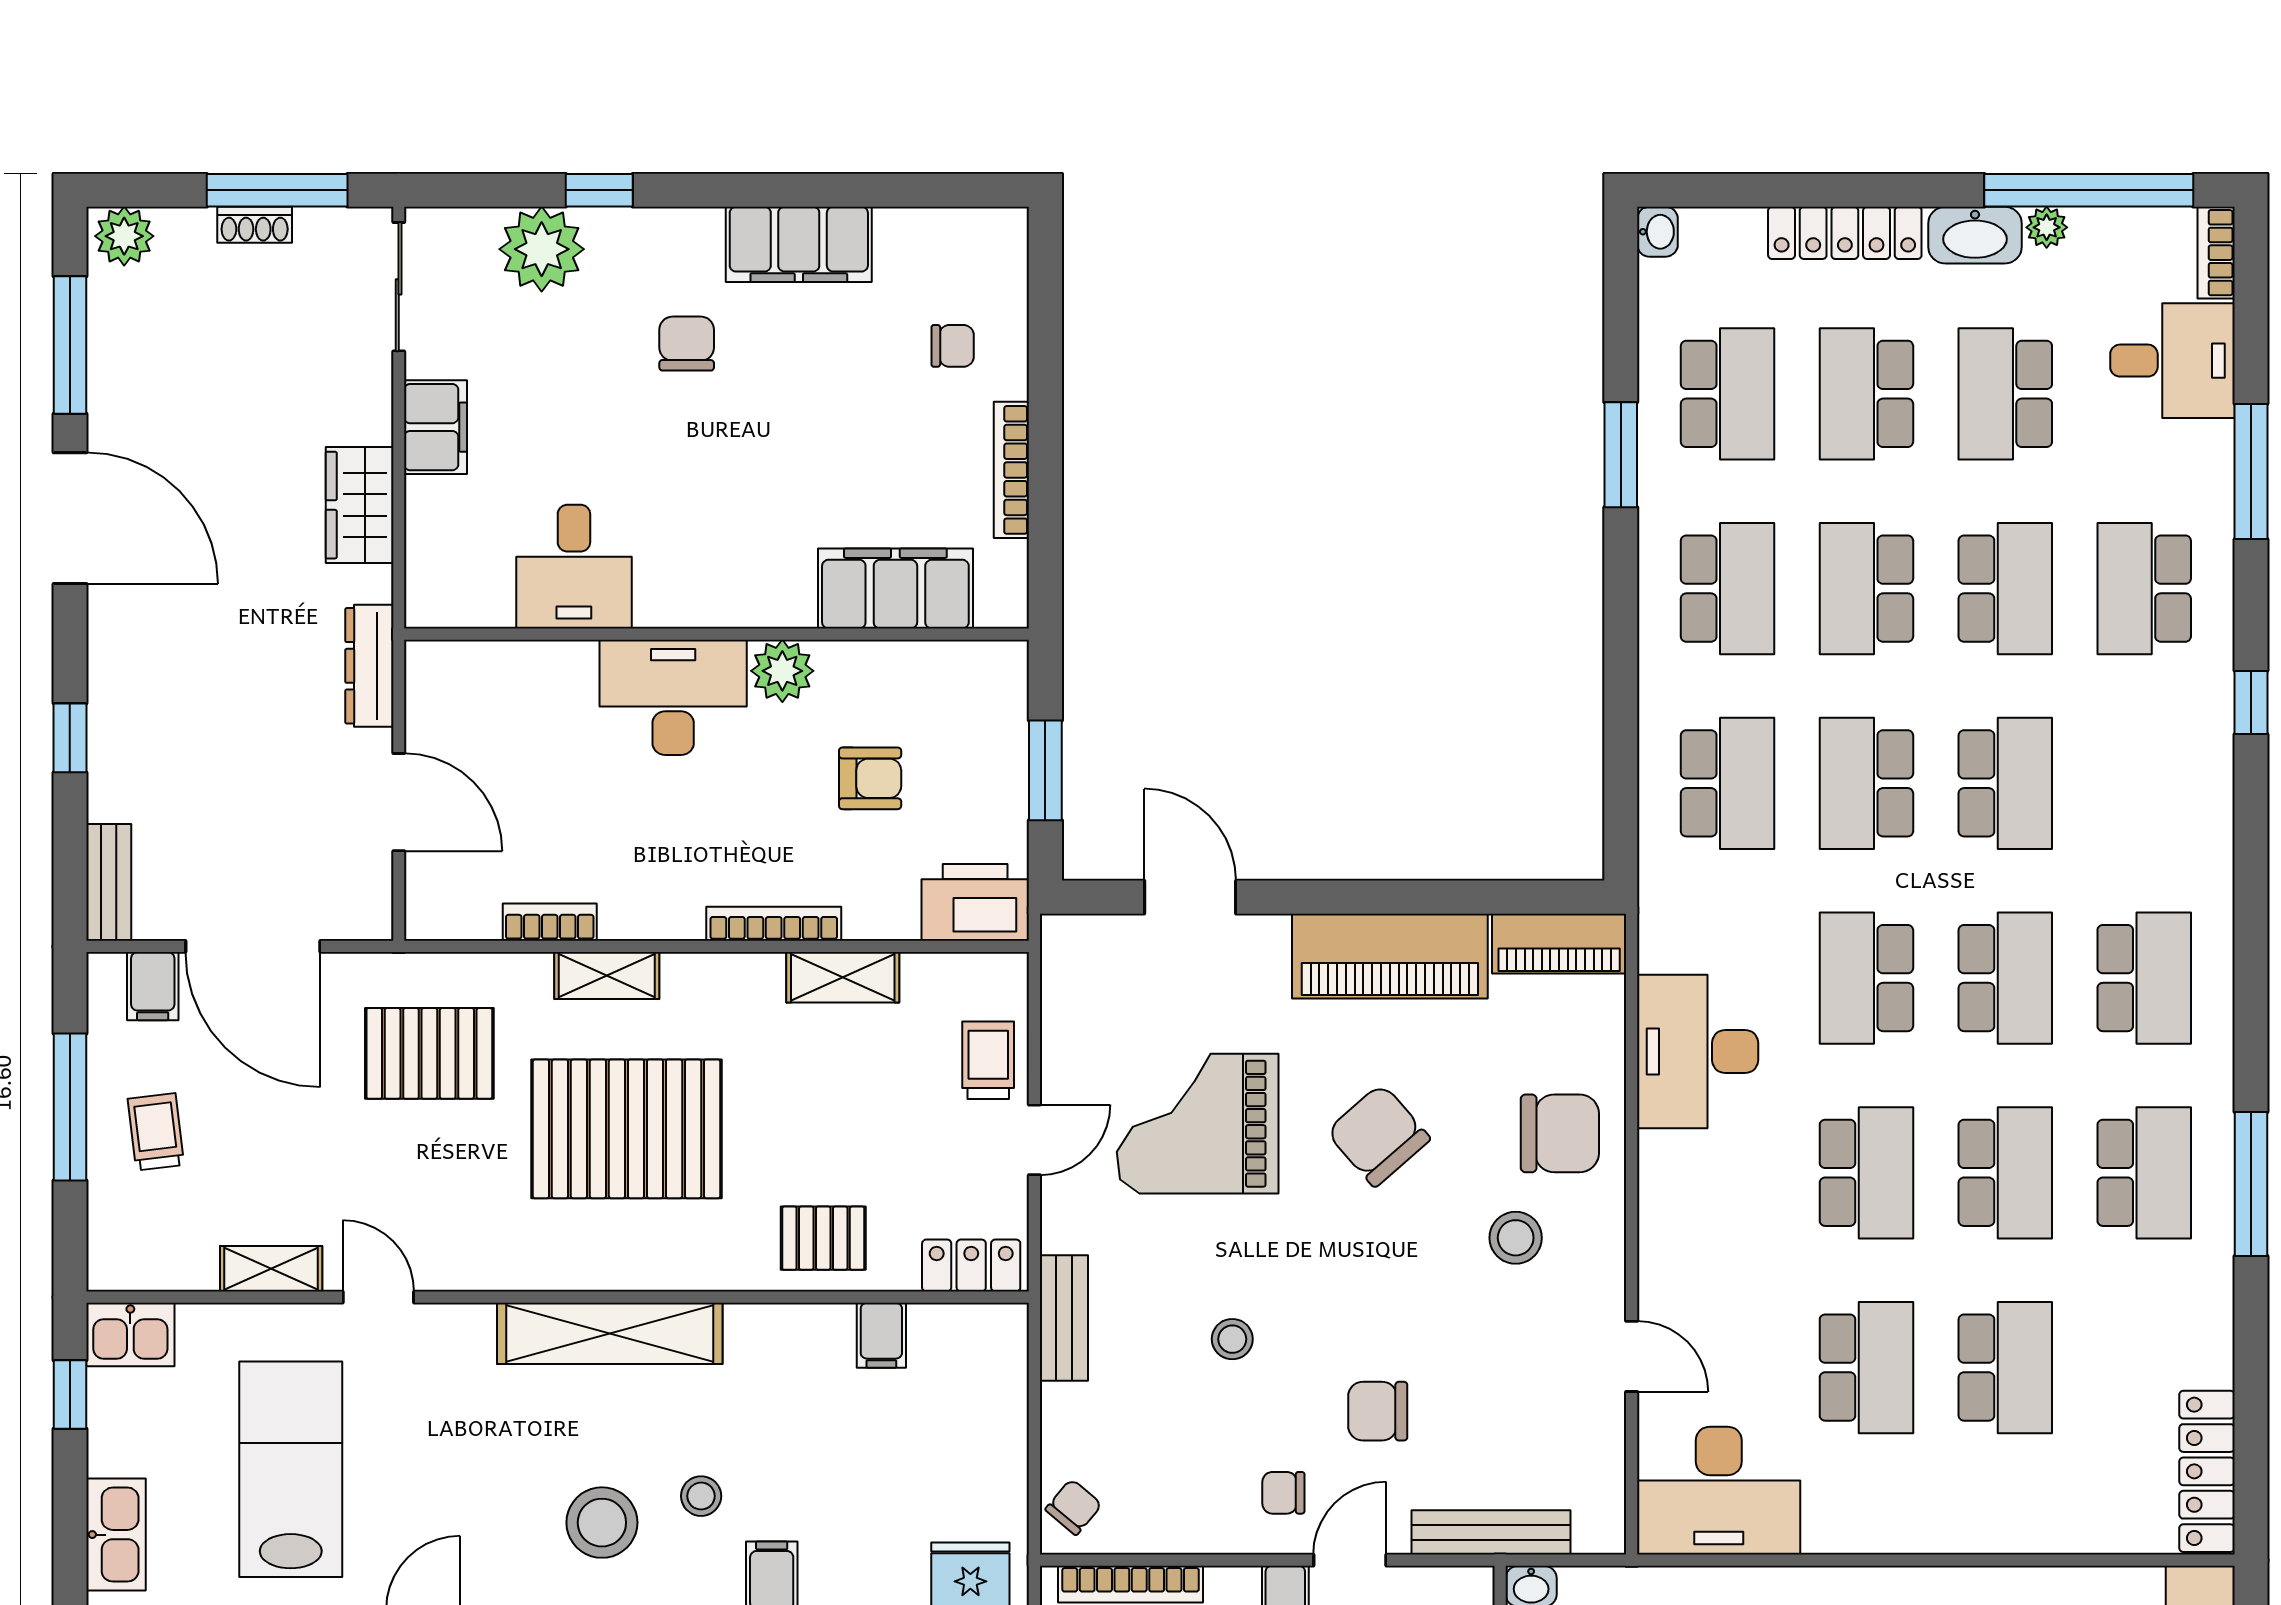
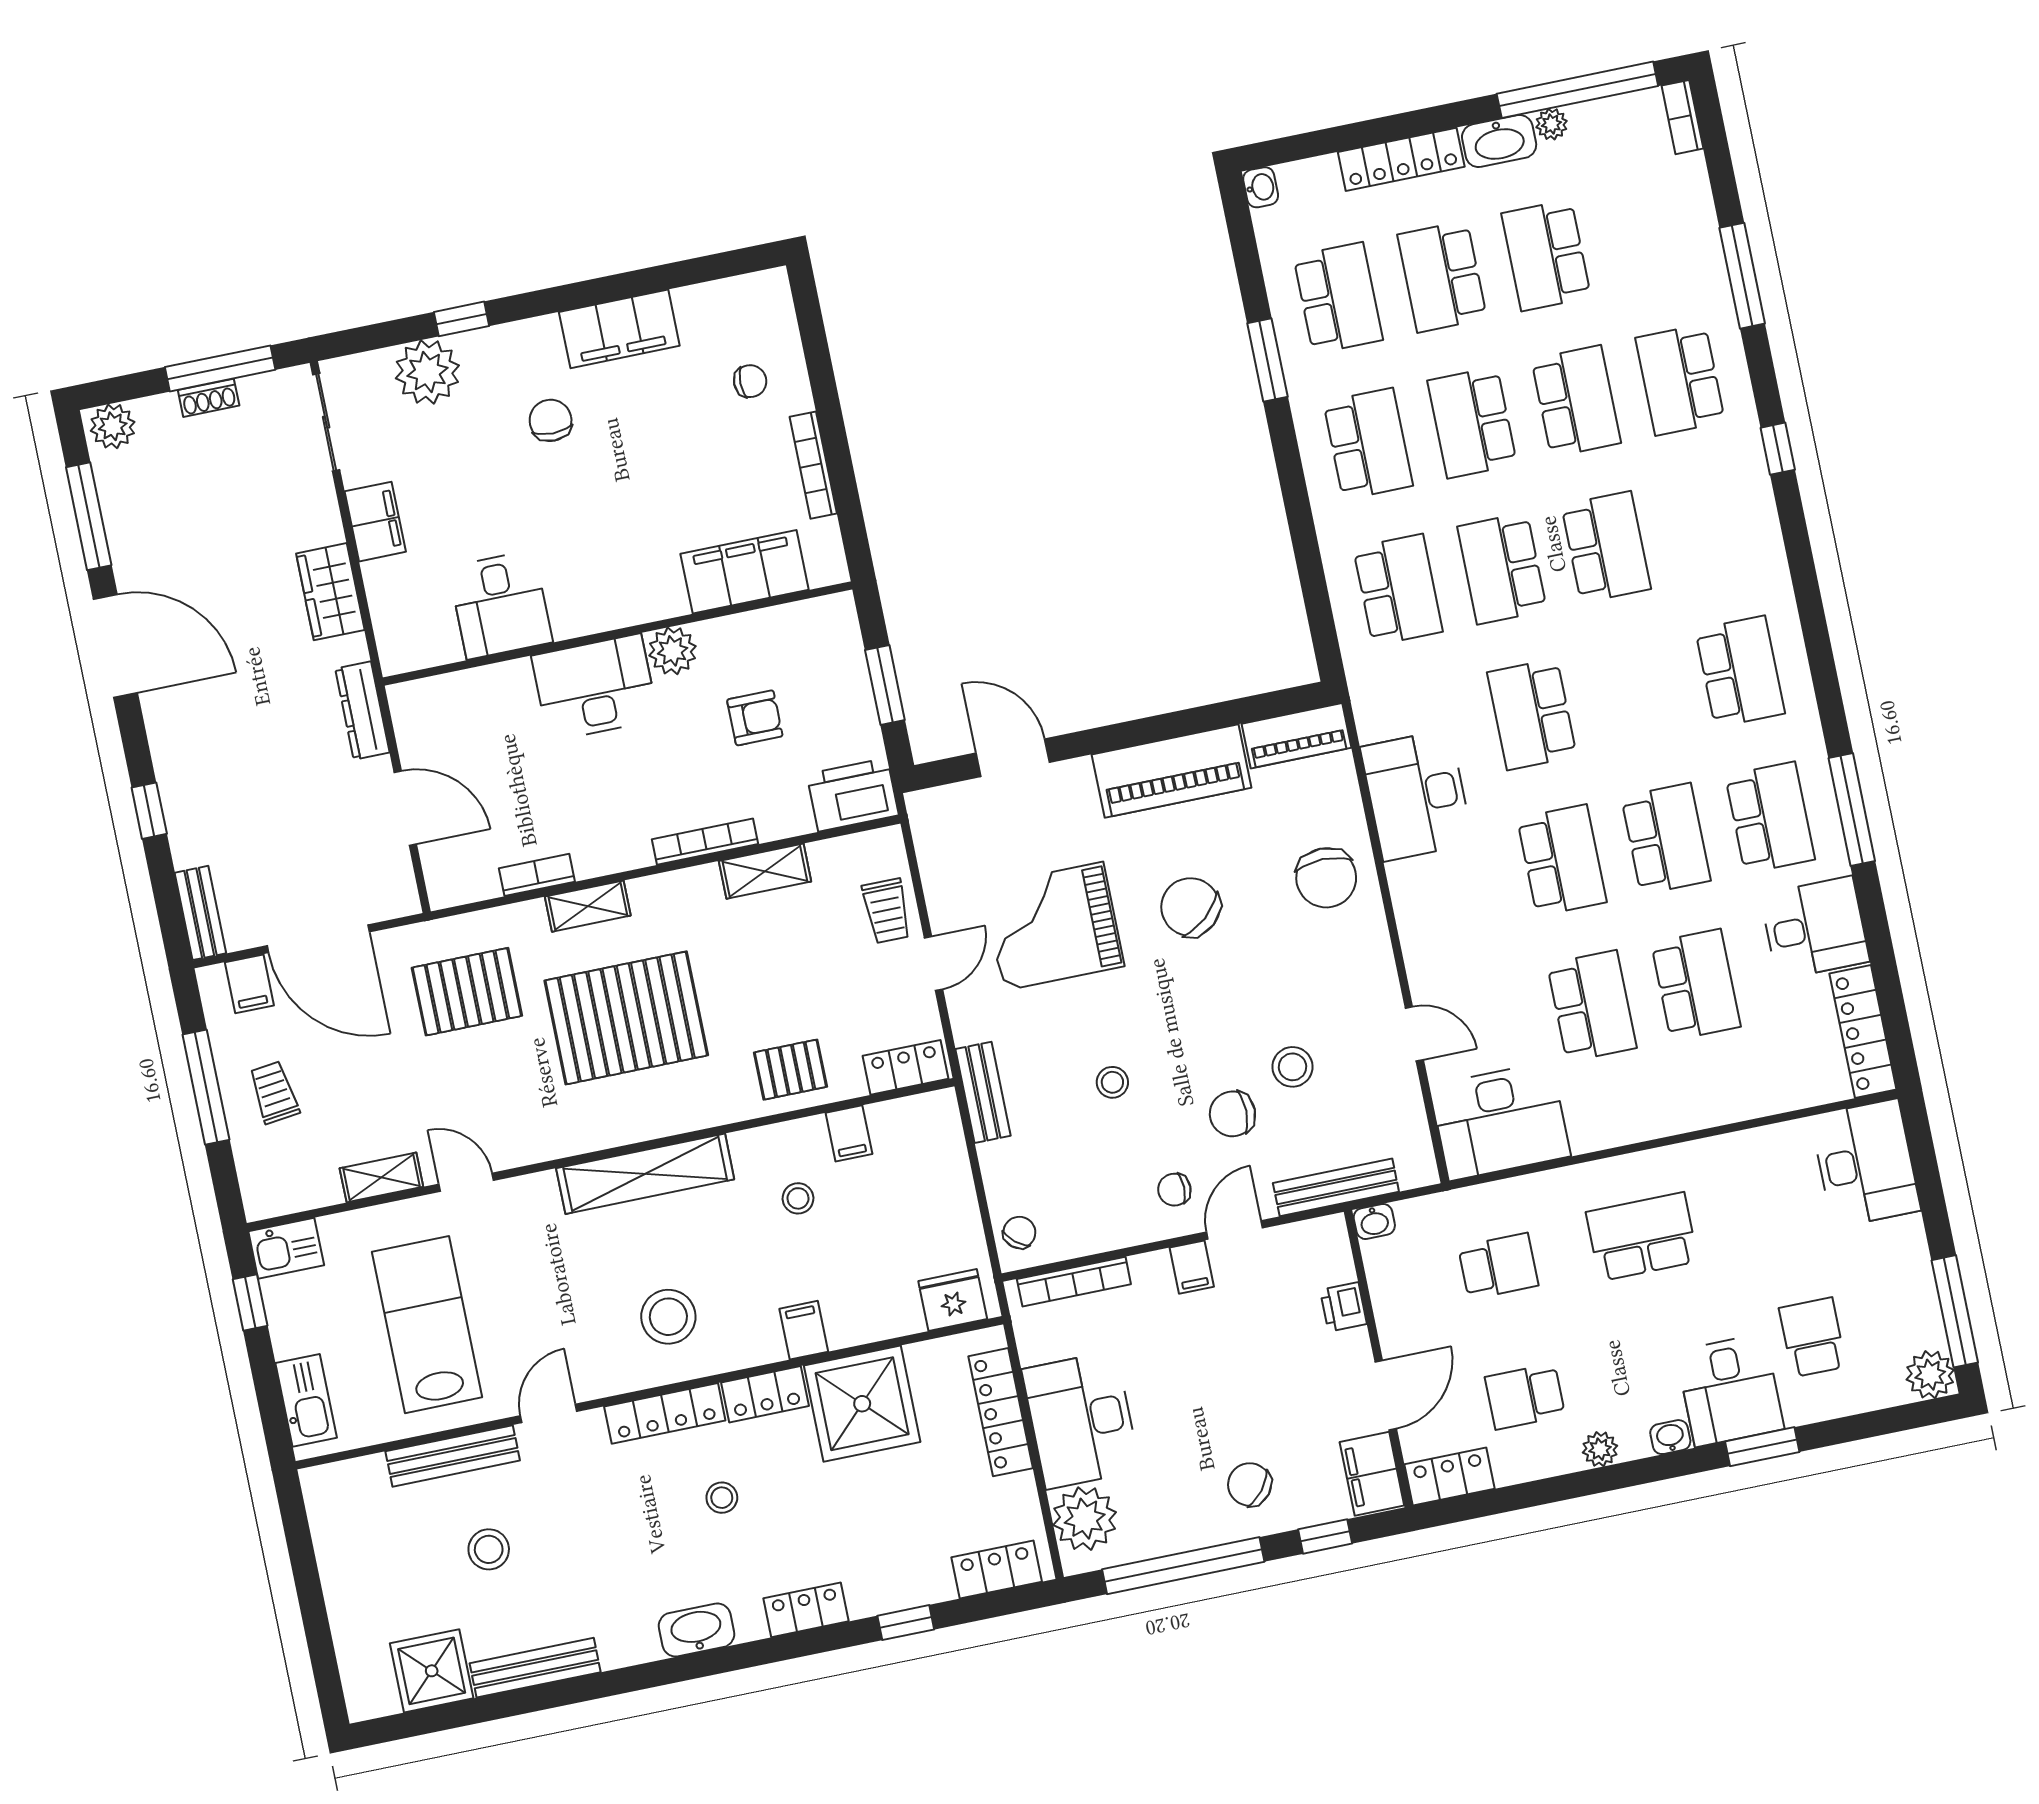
desk: (2172, 361) -> (1815, 928), moved
school desk: (2005, 978) -> (1636, 693), removed
trolley: (988, 1060) -> (887, 911), turned 180
chair: (1560, 1133) -> (1326, 878), turned 90
stool: (1516, 1238) -> (1292, 1067), moved
stool: (701, 1496) -> (798, 1198), moved

